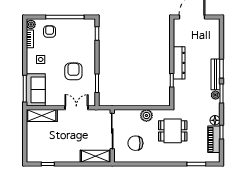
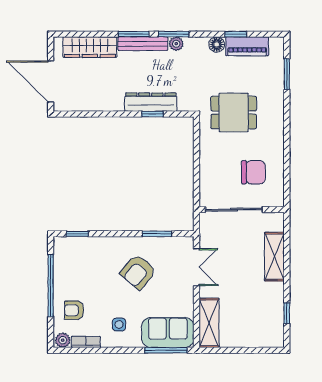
wardrobe: (213, 41) -> (90, 47), added
dresser: (179, 63) -> (151, 102), moved
armchair: (73, 71) -> (138, 272), turned -50
double door: (76, 108) -> (197, 267), swing flipped
plant: (146, 115) -> (209, 155), removed
dining table: (173, 131) -> (234, 113), turned 90
chair: (135, 143) -> (253, 172), turned -90
shelving: (95, 156) -> (274, 257), moved

